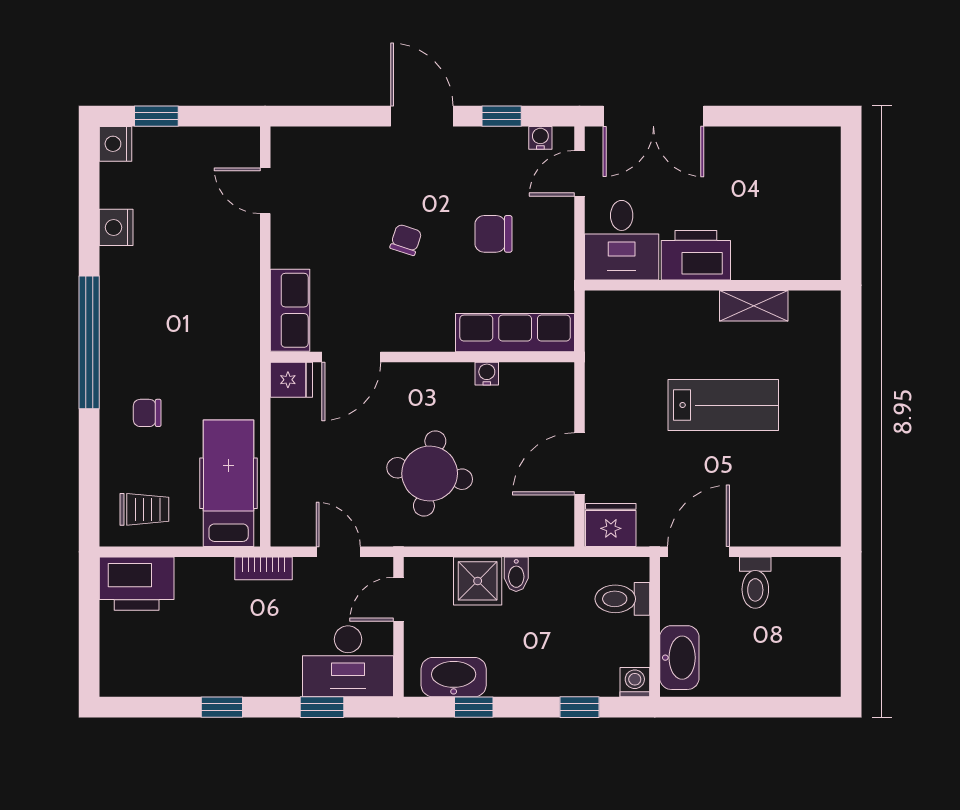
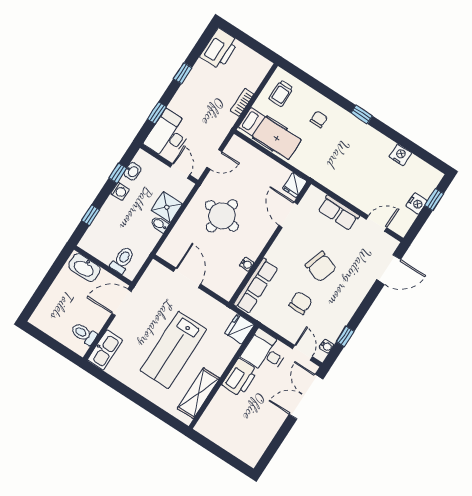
door: (422, 116) -> (389, 269), moved
nightstand: (116, 144) -> (417, 203), moved, turned 90
chair: (406, 240) -> (321, 267), width x1.87, depth x1.87
shelving: (754, 306) -> (198, 393), width x1.50, depth x1.33
row of seats: (290, 310) -> (339, 213), moved
window: (89, 342) -> (362, 114), width x0.32
lab bench: (723, 405) -> (173, 350), width x1.36, depth x1.39
fridge: (611, 525) -> (240, 329), moved, turned 180
kitchen sink: (802, 526) -> (105, 350), added
door: (699, 552) -> (122, 302), swing flipped
bookcase: (264, 568) -> (242, 102), moved
toilet: (755, 583) -> (84, 334), moved
printer: (137, 584) -> (219, 49), moved, turned 180
washbasin: (454, 677) -> (132, 171), width x0.52, depth x0.69
washing machine: (635, 682) -> (120, 191), moved

